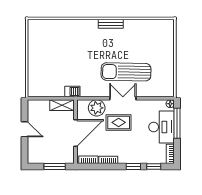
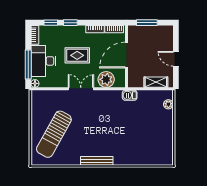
bench: (111, 24) -> (97, 161), width x1.36
sun lounger: (126, 72) -> (54, 134), moved, turned 118
plant: (32, 82) -> (168, 104), added
double door: (123, 98) -> (81, 89), swing flipped
shelving: (62, 105) -> (156, 82), moved
rug: (119, 122) -> (77, 55), moved

